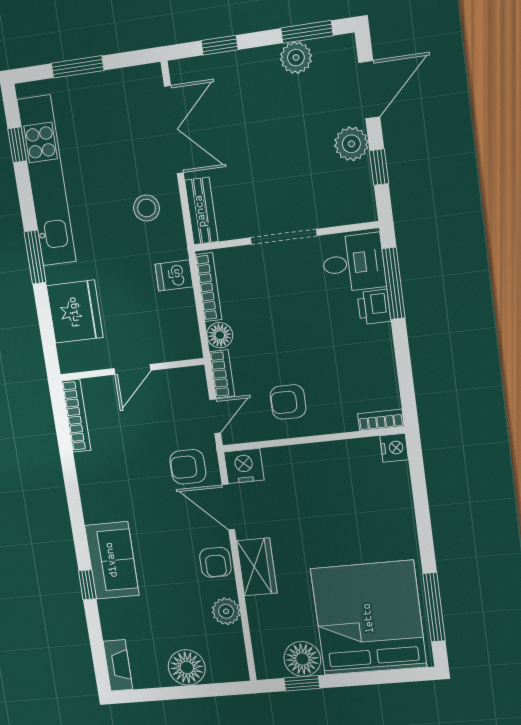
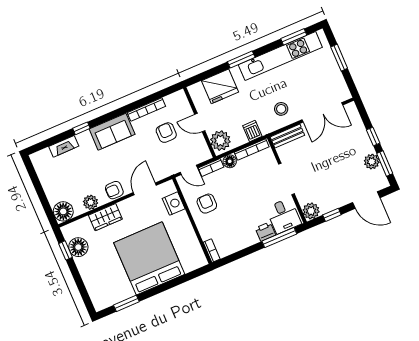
window: (220, 45) -> (373, 136), moved
plant: (351, 144) -> (311, 211), moved
window: (17, 145) -> (294, 37), width x1.50
plant: (176, 341) -> (220, 141), added
bookcase: (76, 416) -> (146, 110), moved
nightstand: (394, 448) -> (200, 261), removed
nightstand: (244, 466) -> (174, 204), moved
armchair: (188, 467) -> (166, 133), moved
sofa: (112, 560) -> (112, 132), moved
wardrobe: (257, 567) -> (105, 217), moved
window: (434, 607) -> (126, 303), width x0.69
bed: (369, 618) -> (149, 258), moved, turned -90
fireplace: (118, 665) -> (64, 146), moved
floor lamp: (187, 667) -> (63, 211), moved

